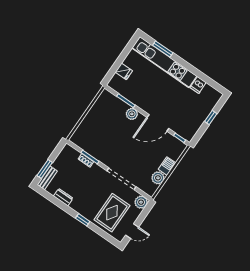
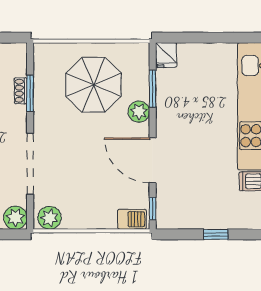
fridge: (124, 71) -> (166, 55), moved
parasol: (106, 126) -> (93, 85), added
barbecue: (167, 166) -> (132, 219), moved
plant: (158, 178) -> (50, 218), moved

